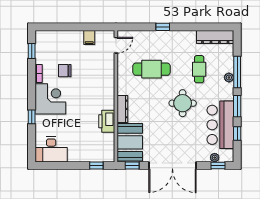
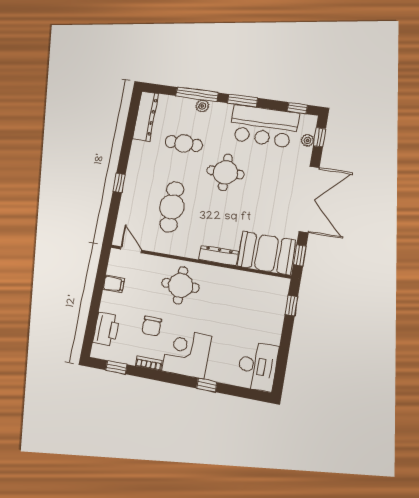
round table: (97, 86) -> (180, 285), added
printer: (107, 121) -> (106, 329), moved, turned -90
window: (237, 134) -> (297, 108), moved

